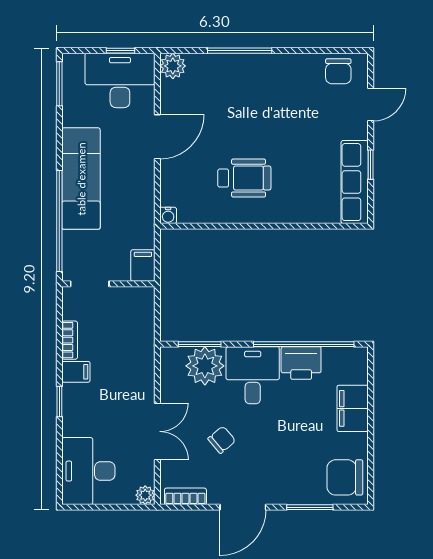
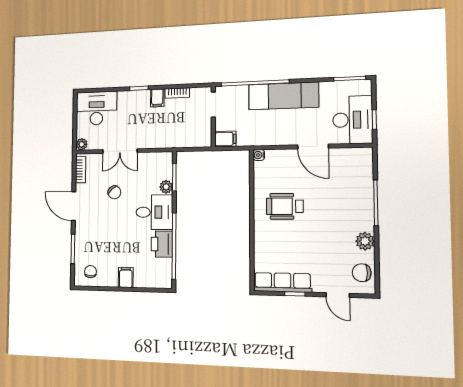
plant: (173, 66) -> (365, 241), moved
wheelchair: (244, 178) -> (285, 206), turned 90
plant: (205, 366) -> (166, 187), width x0.53, depth x0.53
filing cabinet: (353, 408) -> (126, 277), width x0.50
chair: (345, 477) -> (91, 272), width x0.54, depth x0.54

